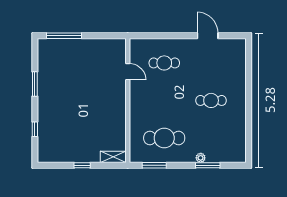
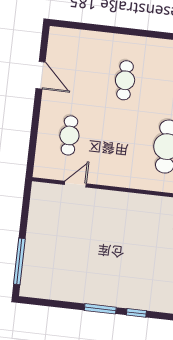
door: (208, 36) -> (41, 75), swing flipped
window: (35, 84) -> (100, 309), moved

